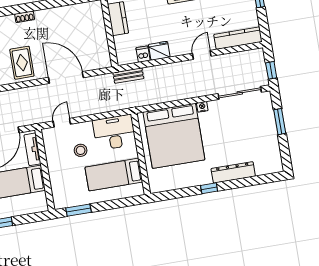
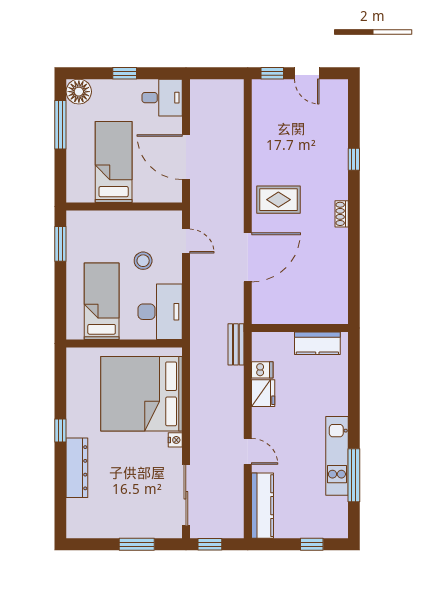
tv unit: (32, 149) -> (156, 194), removed

